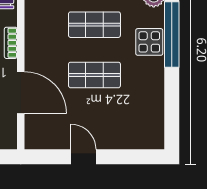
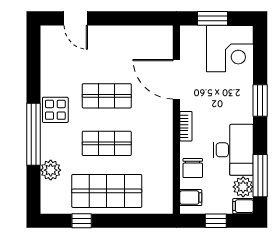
display table: (149, 42) -> (55, 110), moved
door: (83, 157) -> (76, 18), moved

